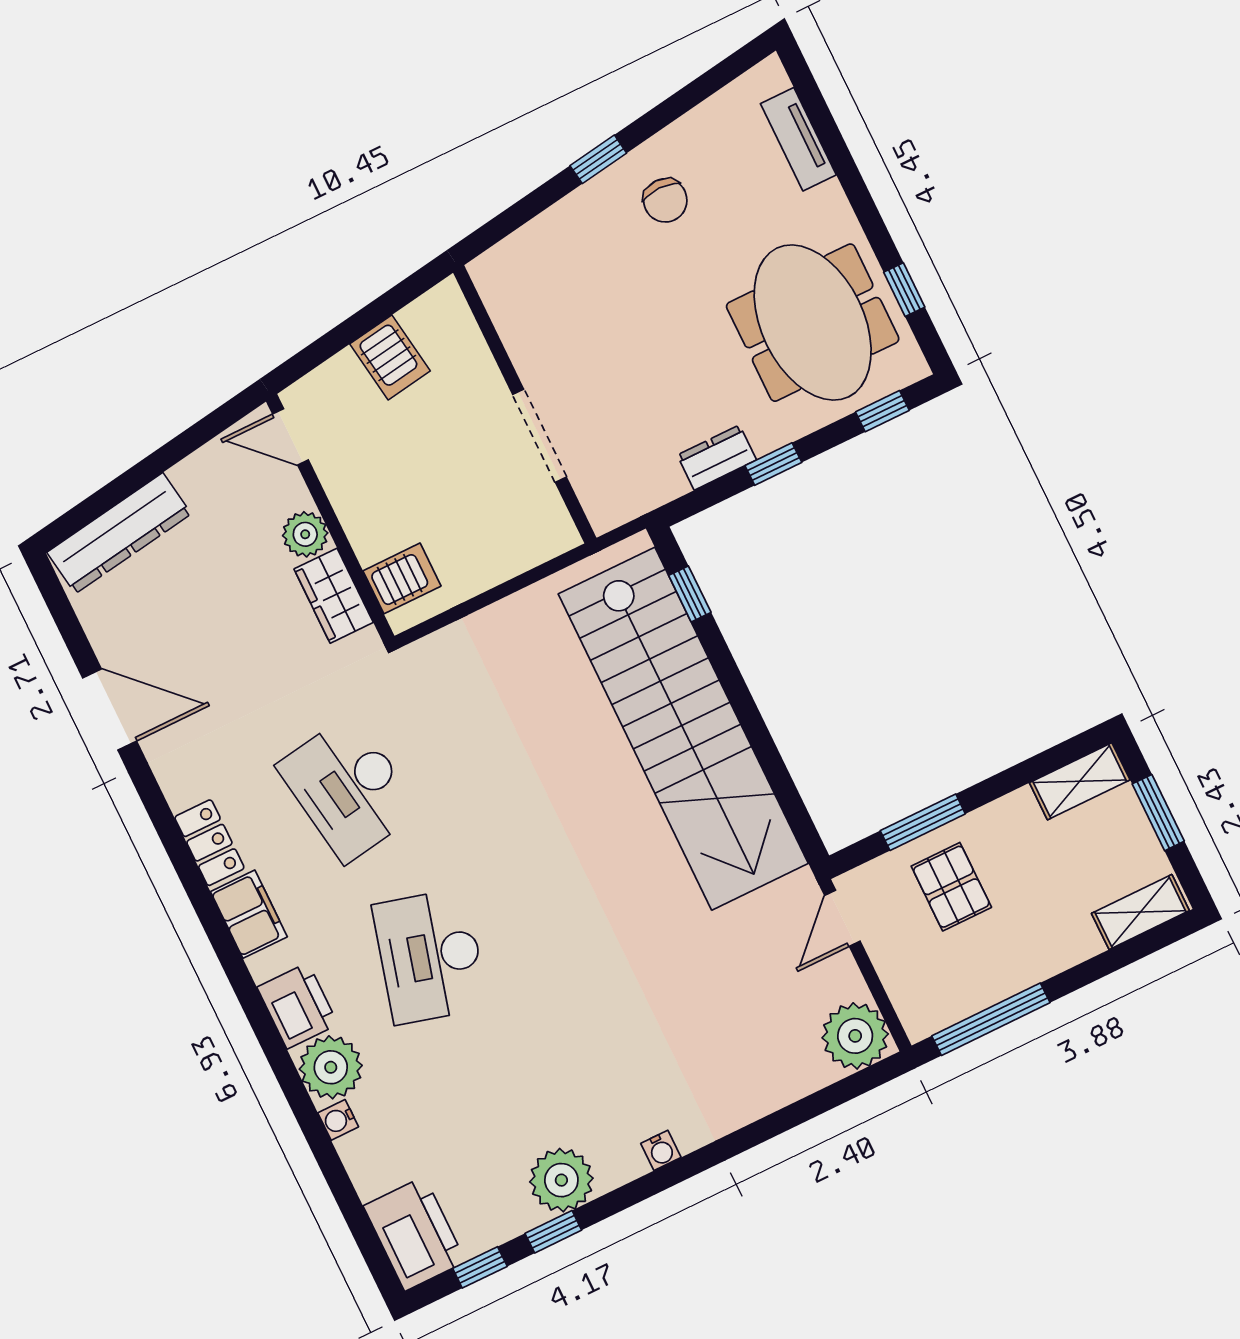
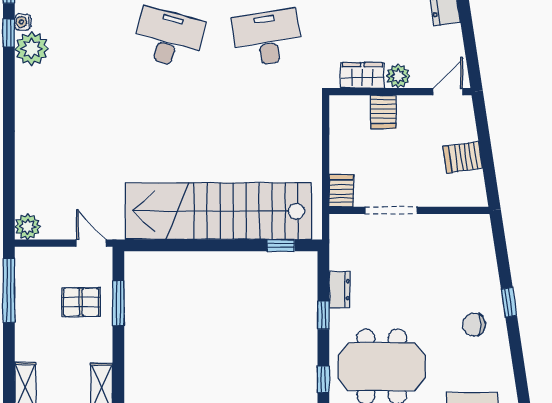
server rack: (547, 536) -> (341, 191), added
server rack: (402, 578) -> (383, 112), moved
plant: (855, 1036) -> (28, 227), width x0.73, depth x0.73
water cooler: (661, 1150) -> (23, 22), moved

